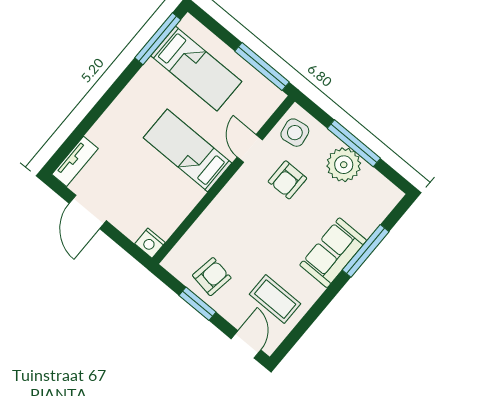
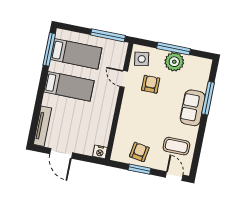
bed: (187, 150) -> (69, 86), moved, turned 180
tv unit: (75, 161) -> (42, 126), width x1.41
armchair: (287, 180) -> (151, 84), turned 180

